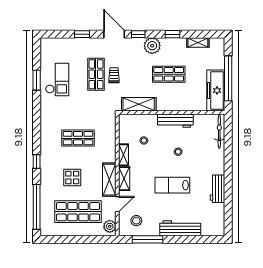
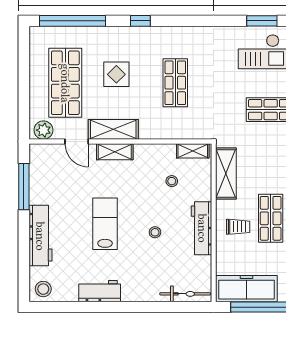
trolley: (114, 75) -> (238, 227), moved
shelving: (124, 155) -> (193, 151), moved
stool: (136, 221) -> (43, 289), moved

